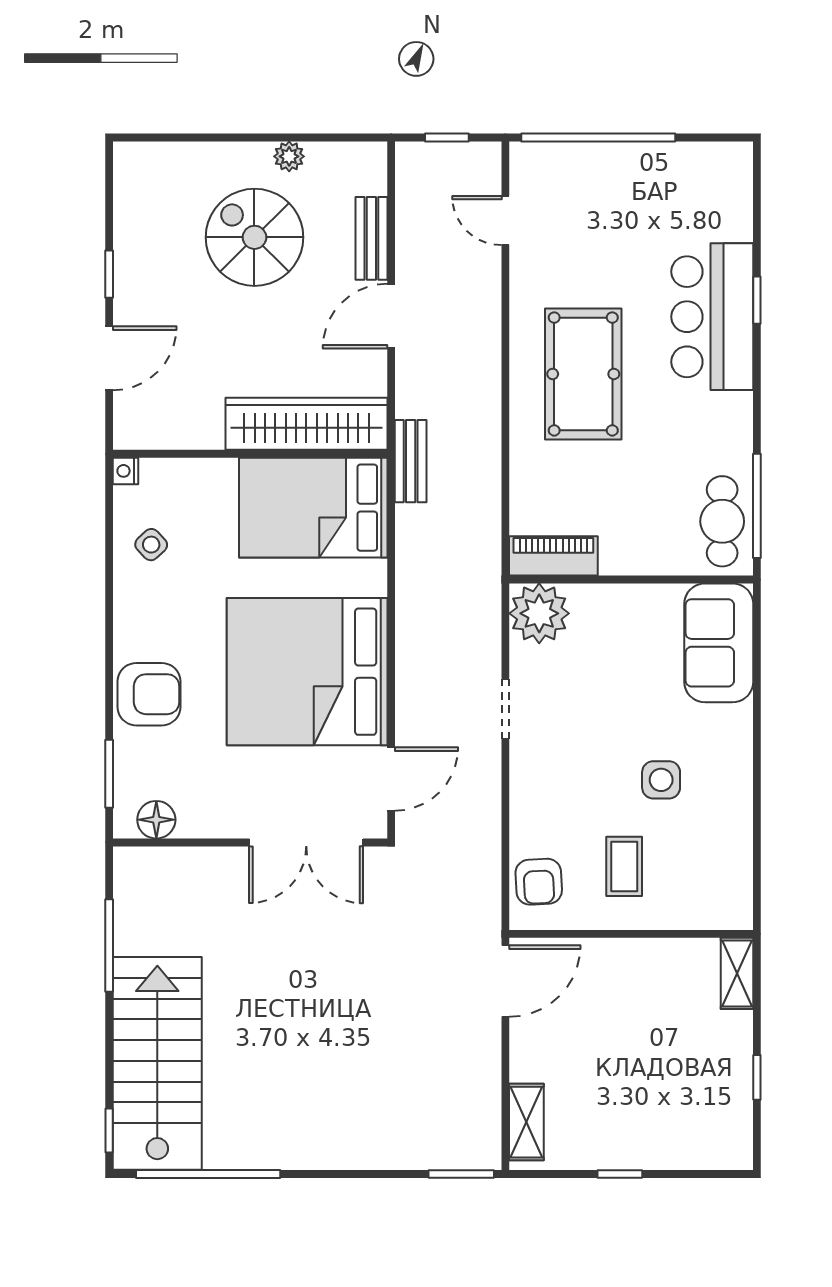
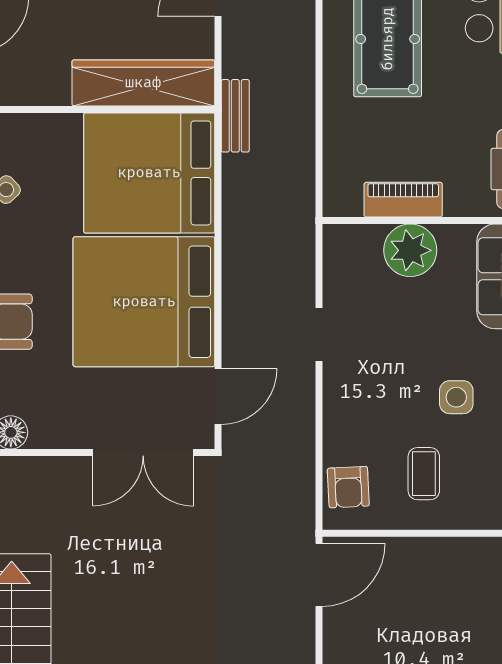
bed: (313, 508) -> (149, 173), width x1.36
piano: (553, 556) -> (403, 200), moved
plant: (539, 613) -> (410, 250), moved

